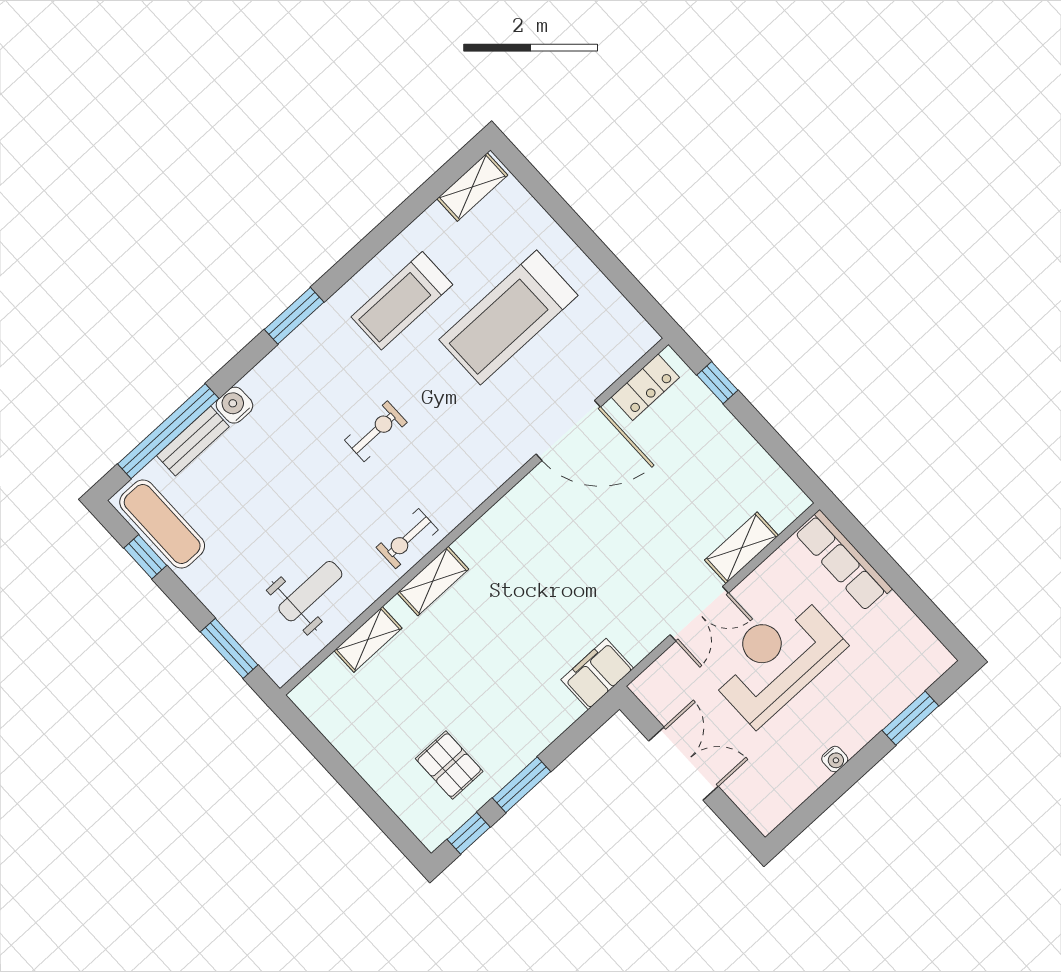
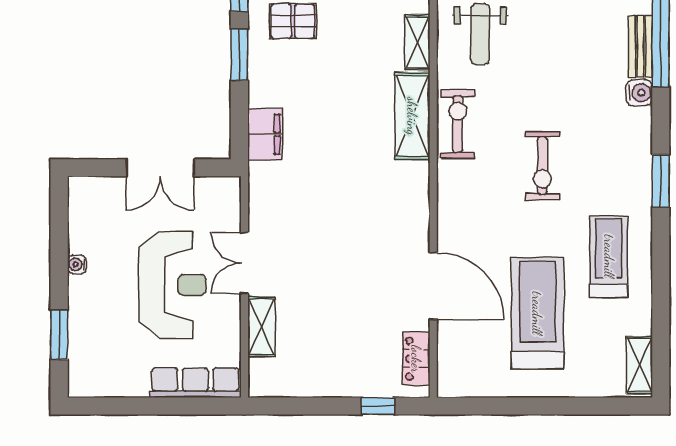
door: (568, 430) -> (433, 286), swing flipped
exercise bike: (376, 431) -> (542, 166), width x1.38, depth x1.39
exercise bike: (407, 539) -> (458, 124), width x1.38, depth x1.39
shelving: (433, 581) -> (412, 116), width x1.50, depth x1.33
filing cabinet: (597, 674) -> (265, 134), moved

